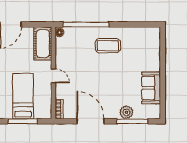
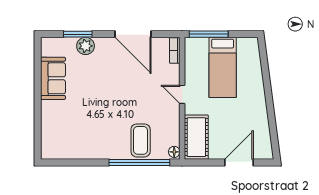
coffee table: (108, 46) -> (141, 140), moved, turned 90
window: (22, 121) -> (209, 34), moved
window: (132, 121) -> (78, 34), width x0.69

